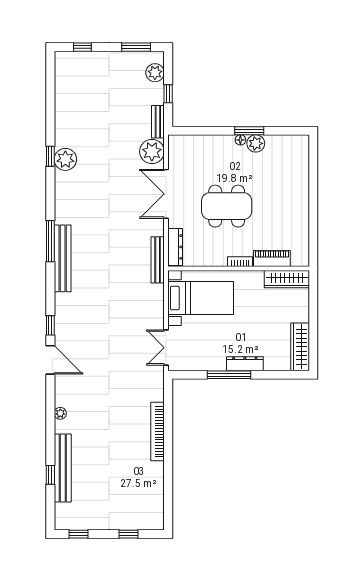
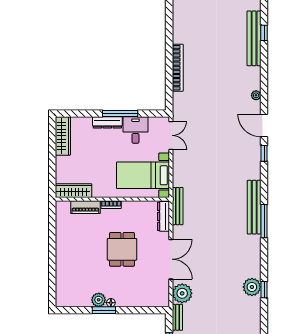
dining table: (227, 206) -> (122, 249), width x0.73
desk: (210, 354) -> (135, 130), added
plant: (60, 413) -> (256, 95), moved

